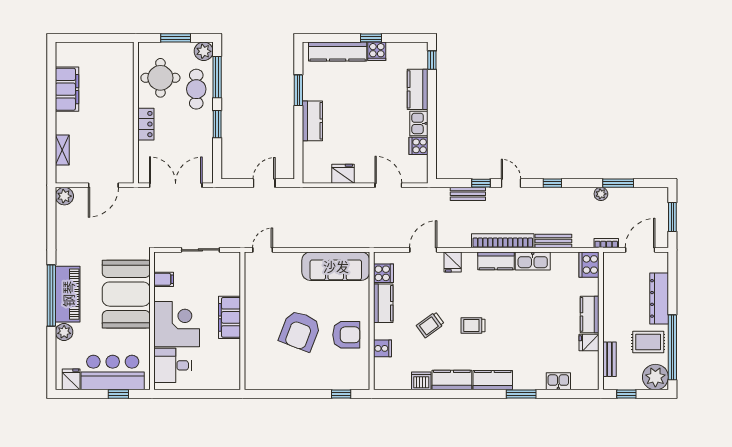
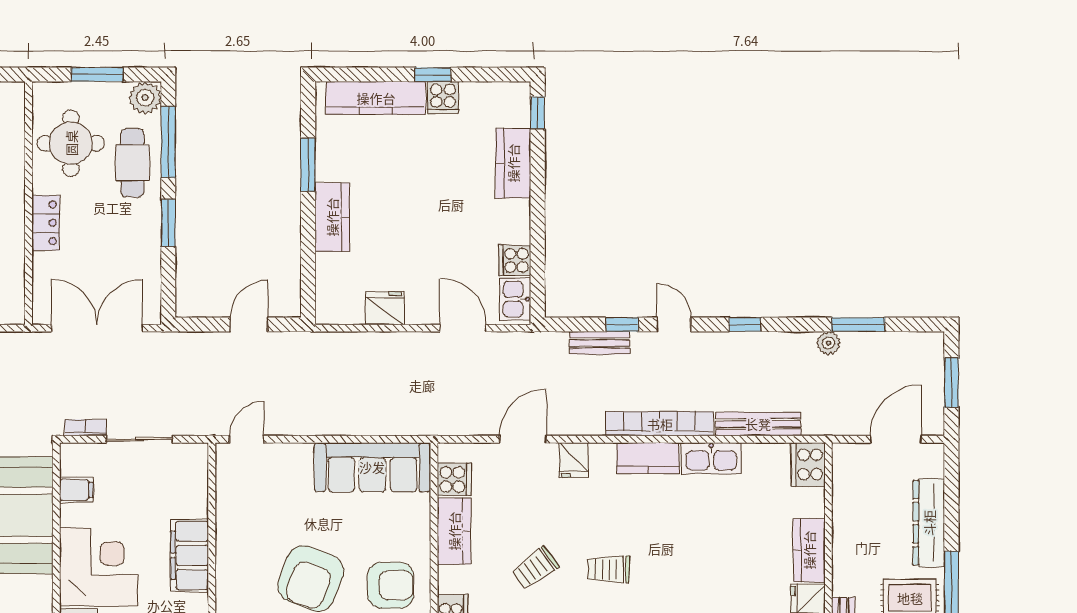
kitchen sink: (419, 123) -> (515, 299), moved
bench: (553, 241) -> (758, 424), width x1.36
bookcase: (606, 243) -> (85, 428), moved

